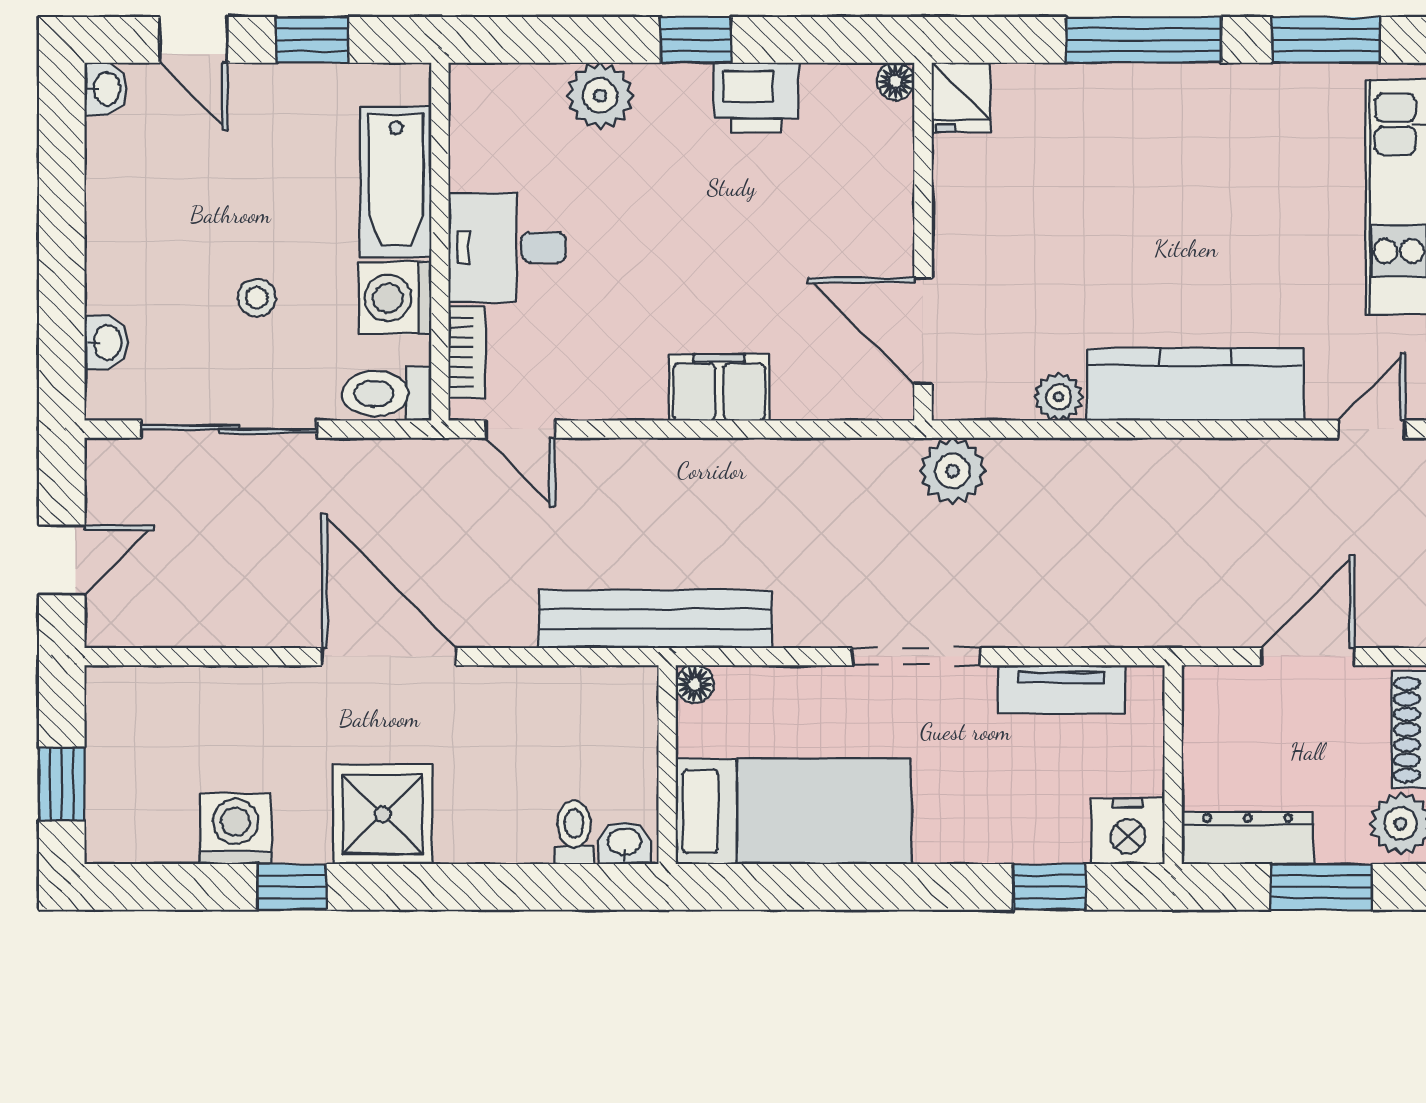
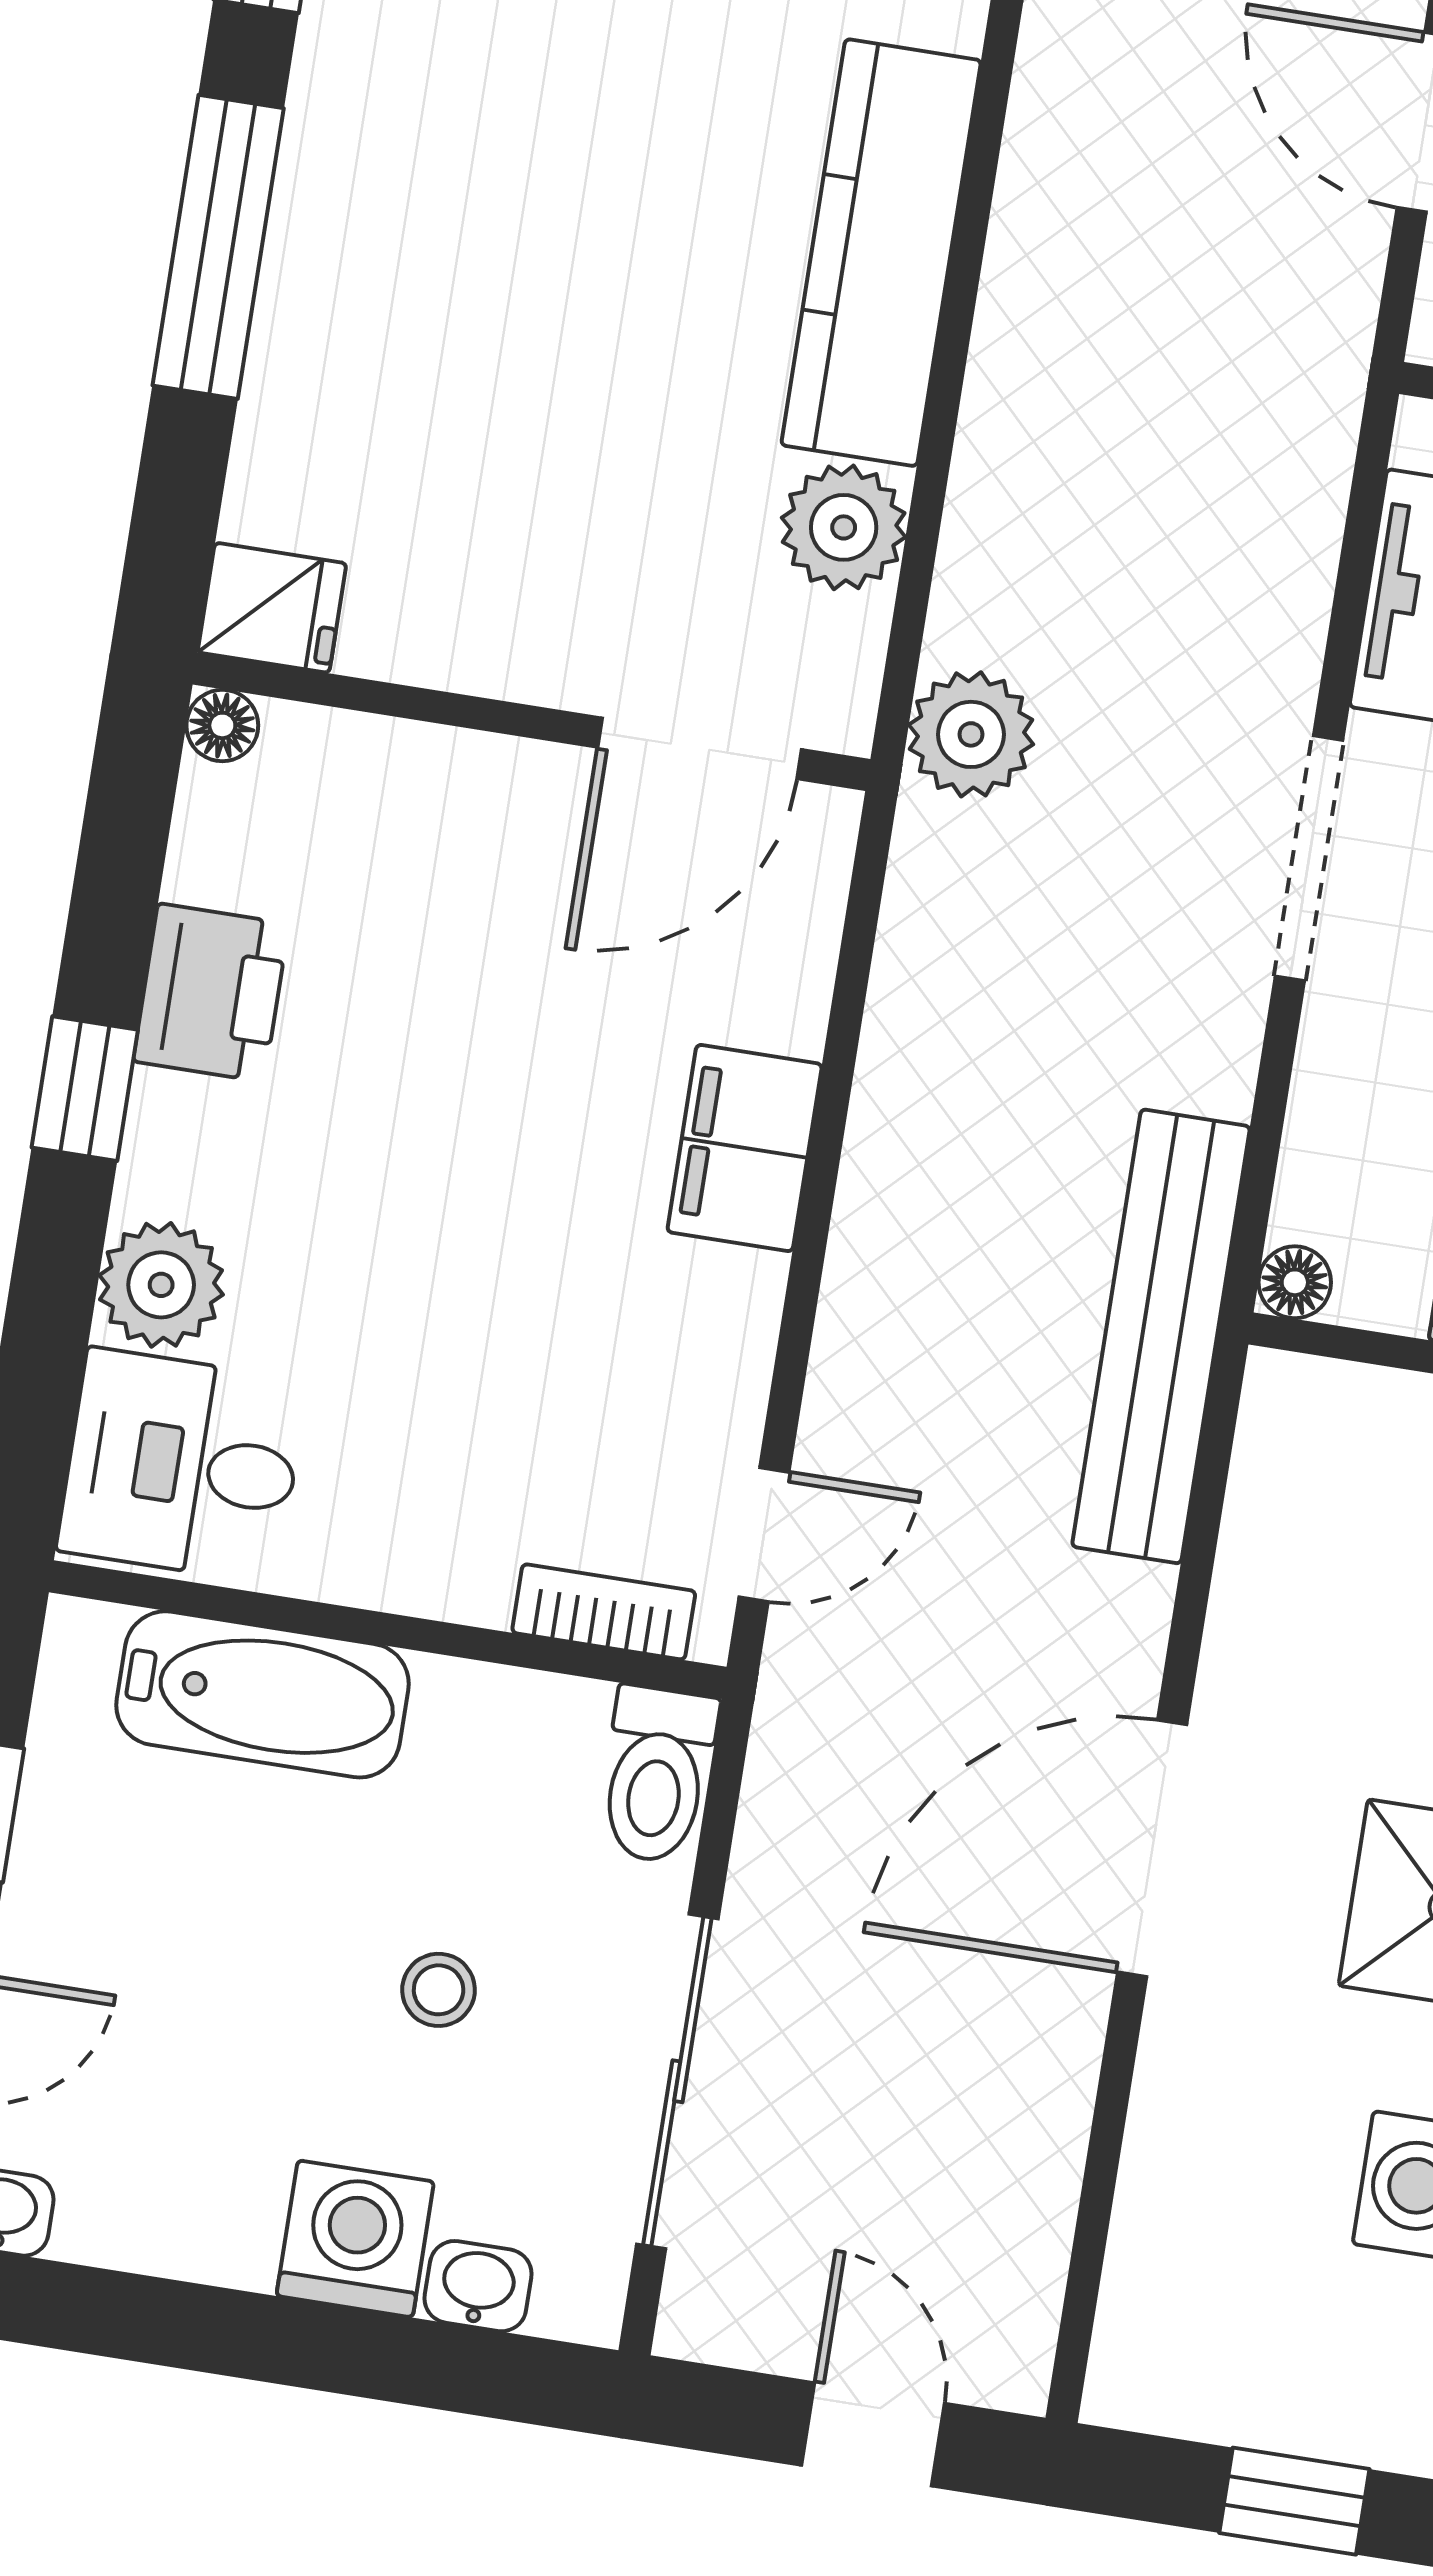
desk: (507, 247) -> (182, 1466), moved, turned 90
washing machine: (395, 298) -> (355, 2239), moved, turned 180
plant: (1059, 397) -> (844, 527), width x1.38, depth x1.38

